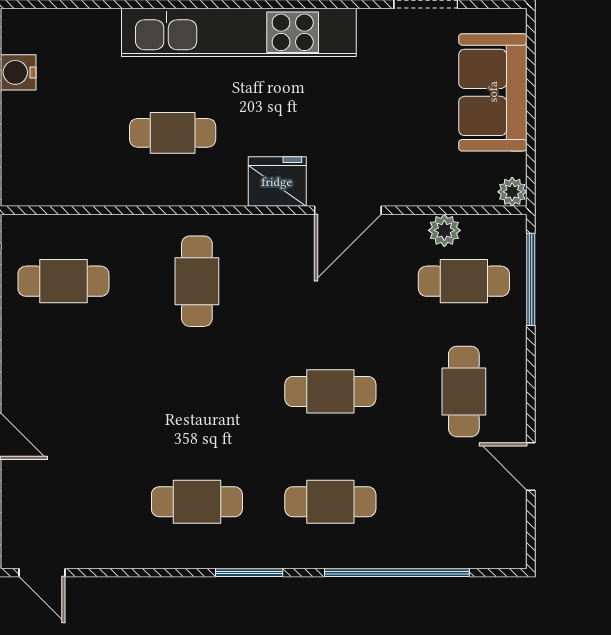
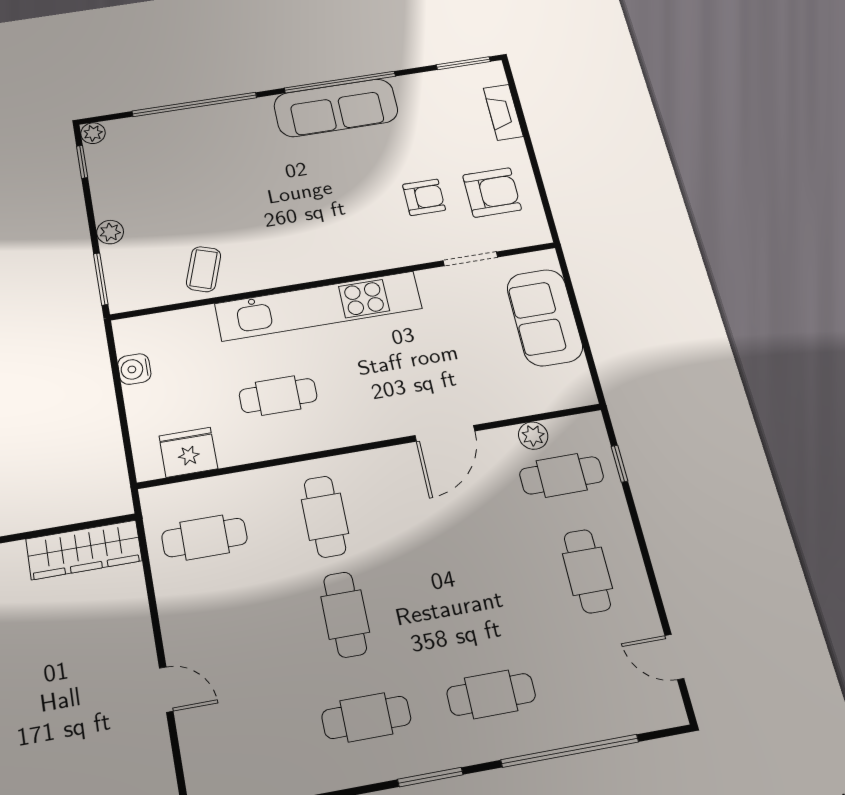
fridge: (277, 182) -> (188, 452), moved
plant: (512, 192) -> (583, 394), removed
window: (531, 279) -> (620, 464), width x0.46
cafe table: (330, 391) -> (345, 614), moved, turned 90
door: (531, 466) -> (674, 657), moved

